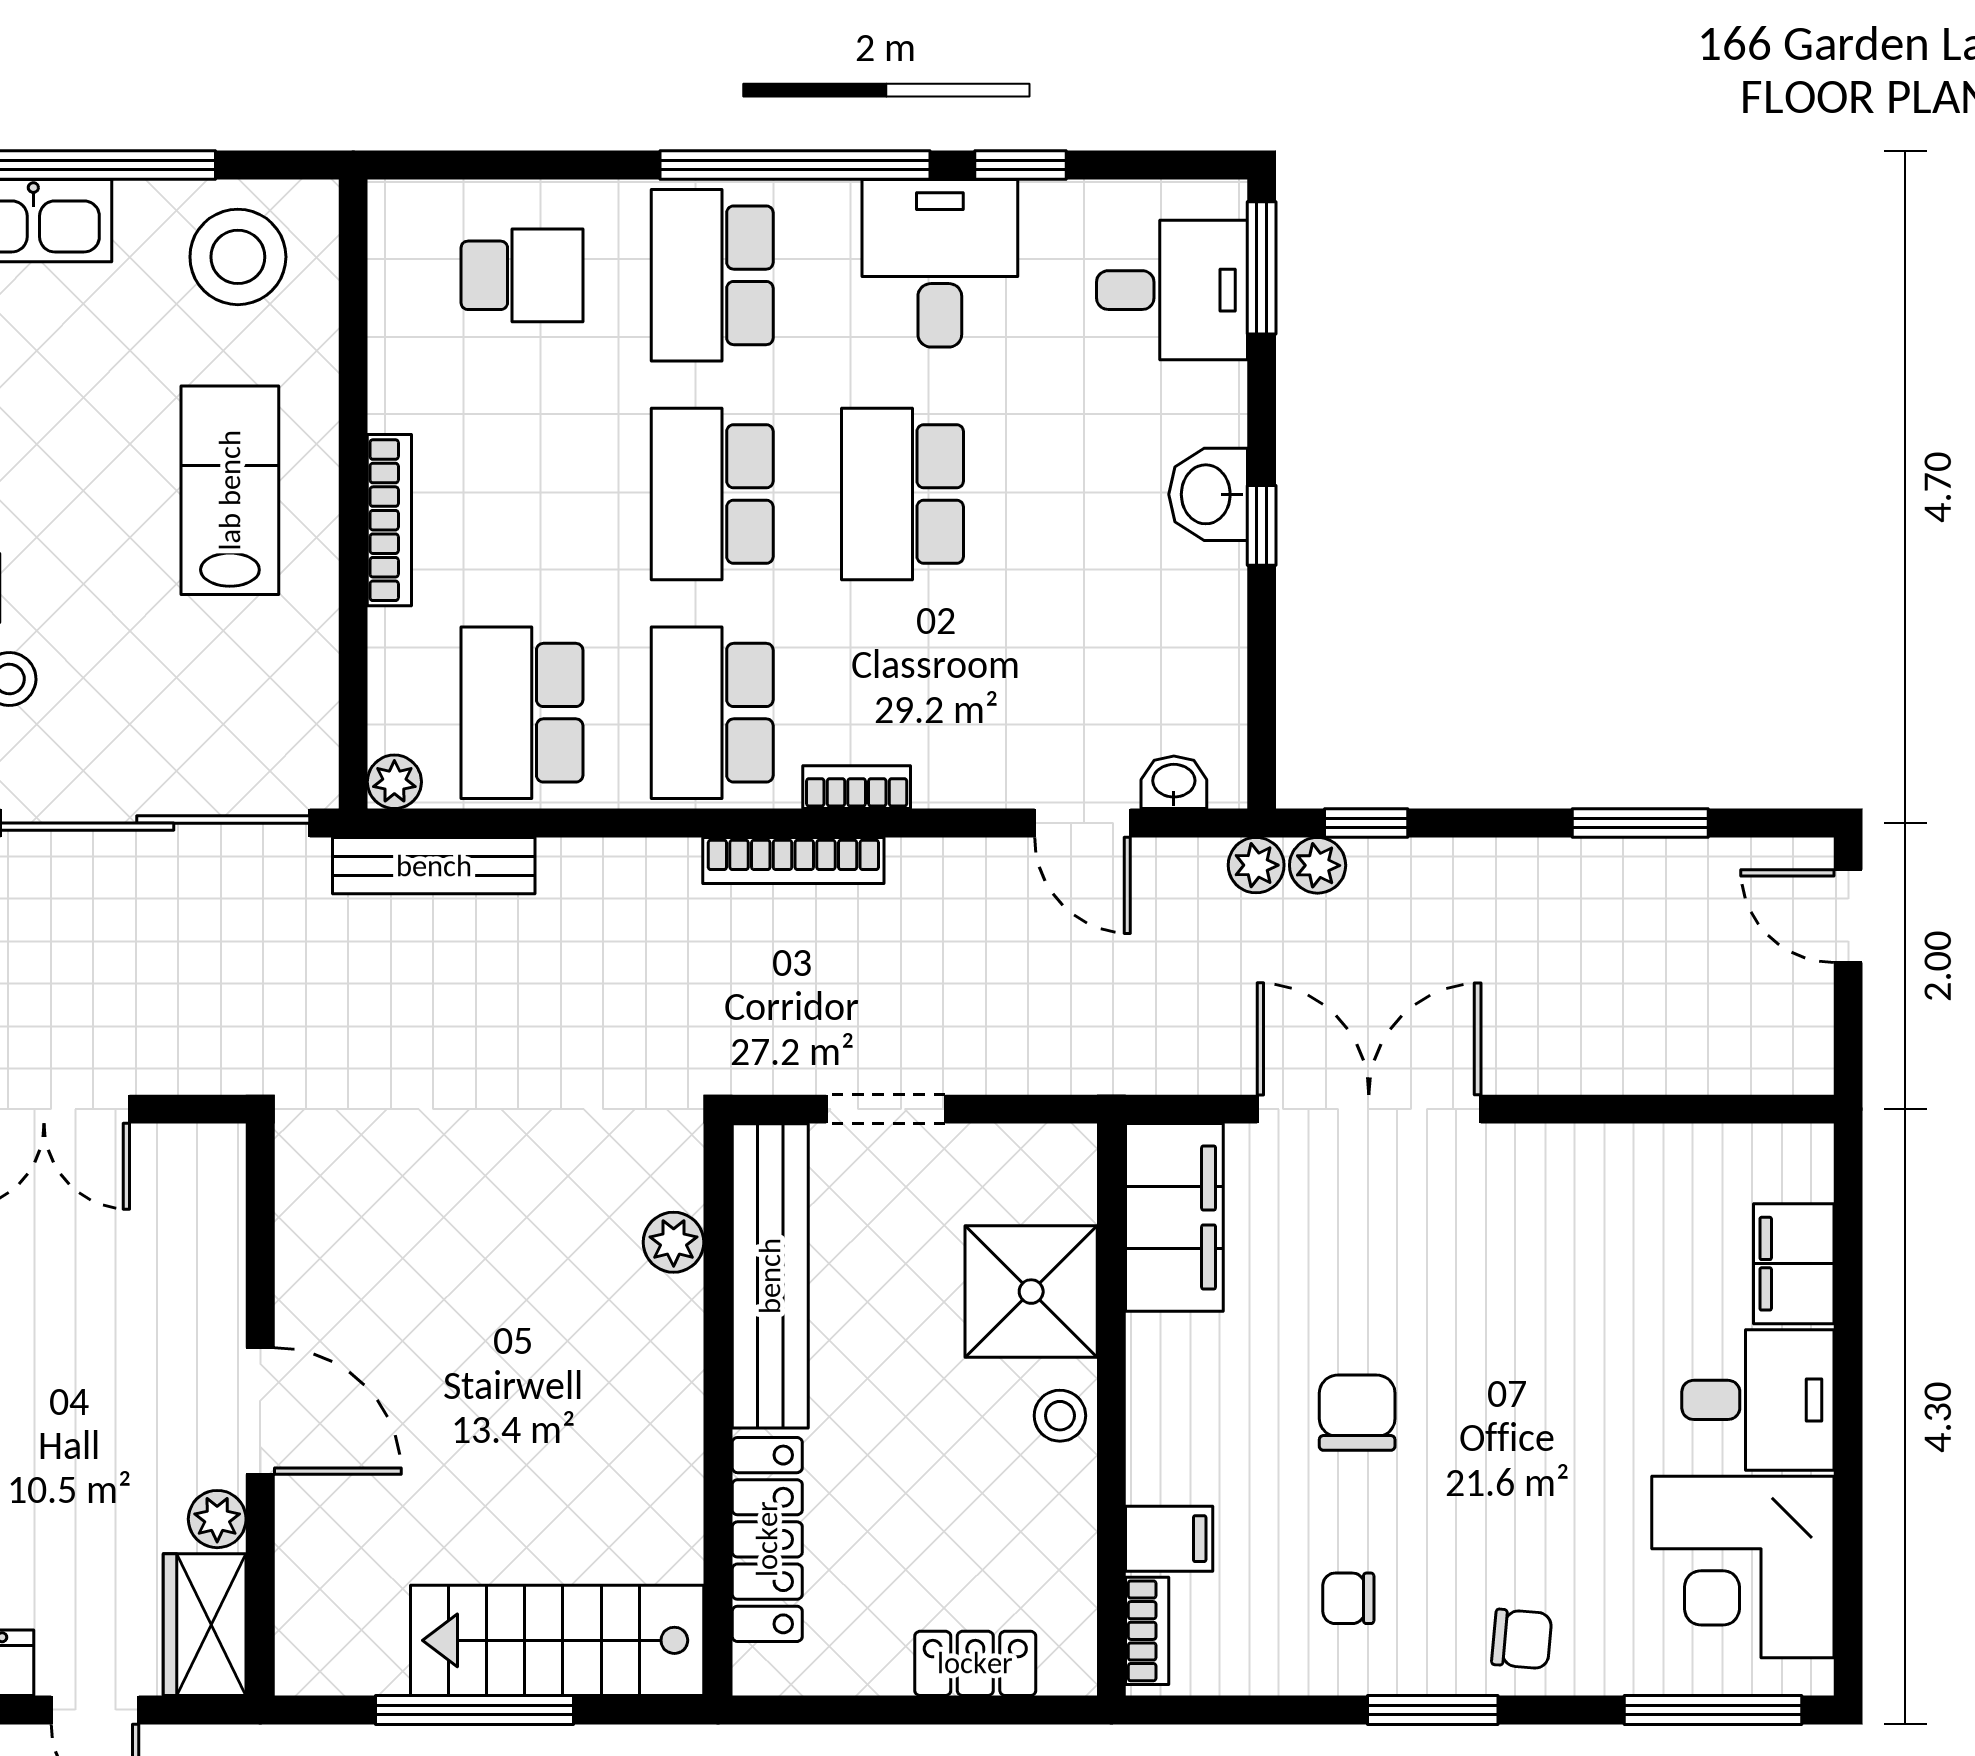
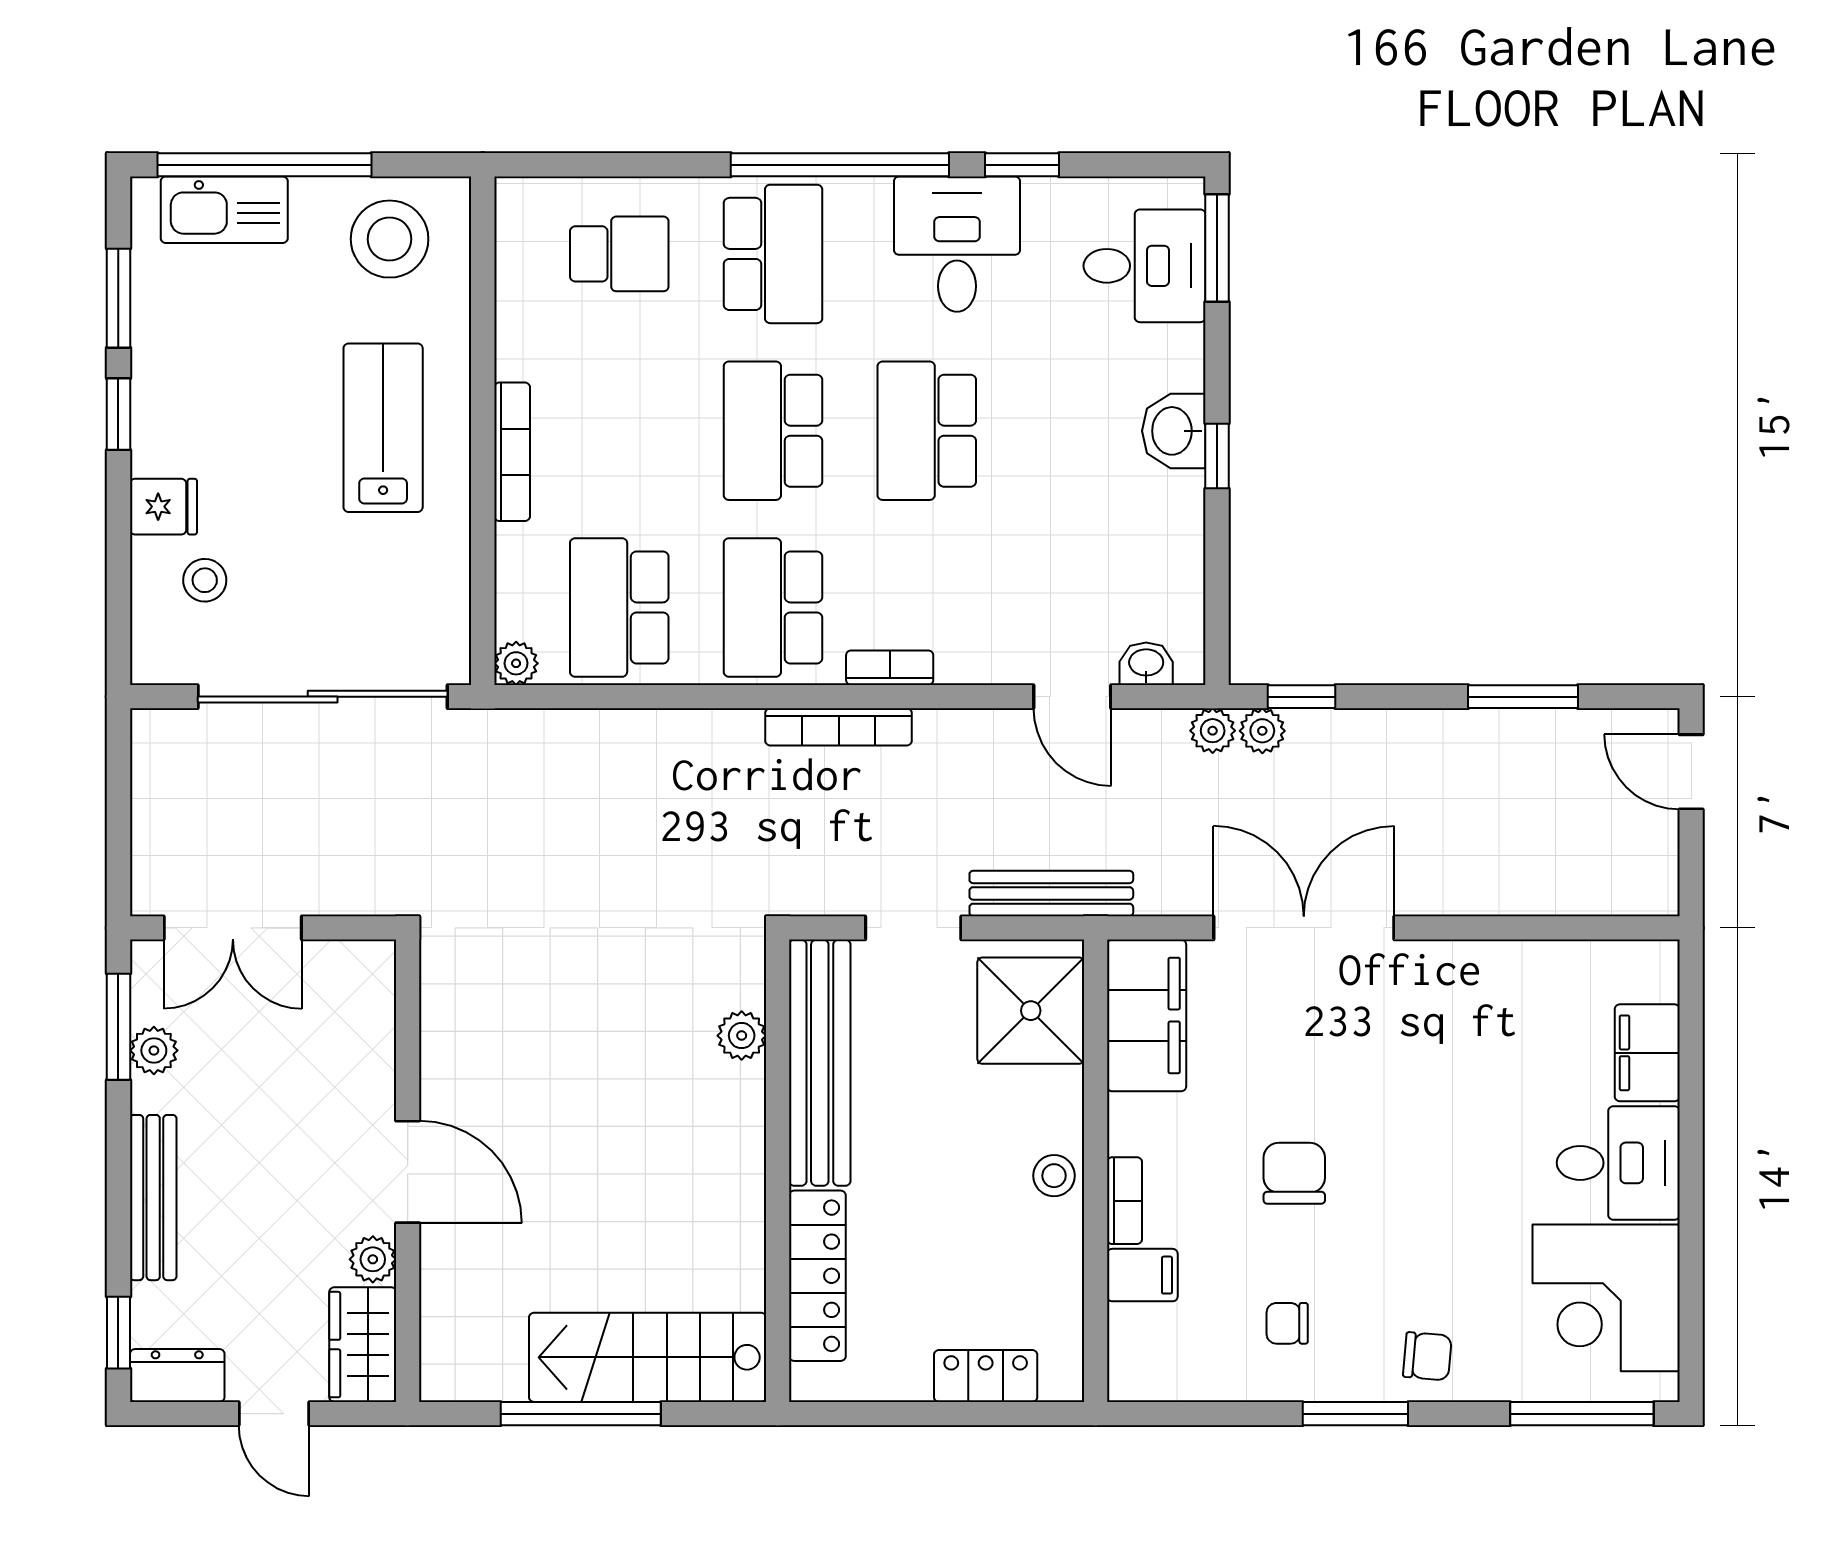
school desk: (712, 275) -> (773, 254), turned 180
bench: (434, 866) -> (1051, 893), moved
shower: (1031, 1292) -> (1031, 1011), moved
bookcase: (1147, 1631) -> (1125, 1201), moved

